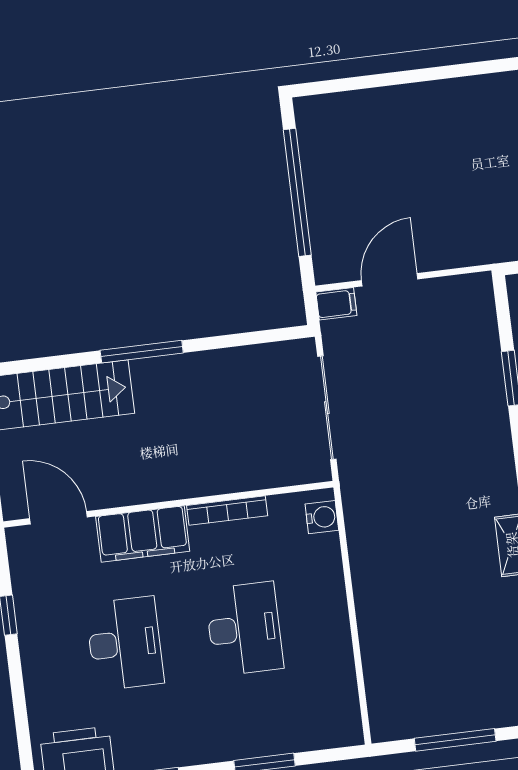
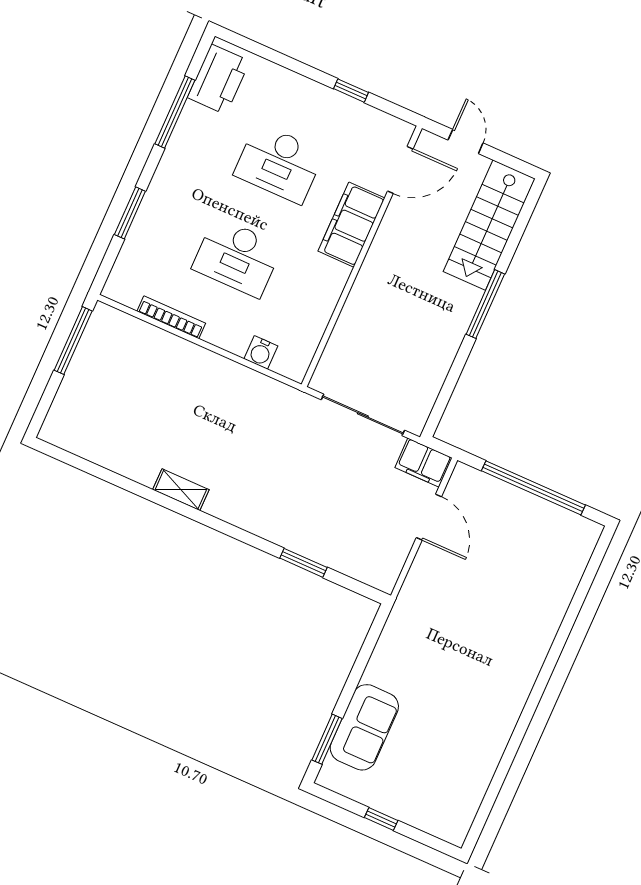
filing cabinet: (336, 304) -> (424, 463), width x2.00
bookcase: (227, 511) -> (171, 317), moved, turned 90
water cooler: (322, 517) -> (261, 352), moved
window: (455, 740) -> (73, 341), moved

